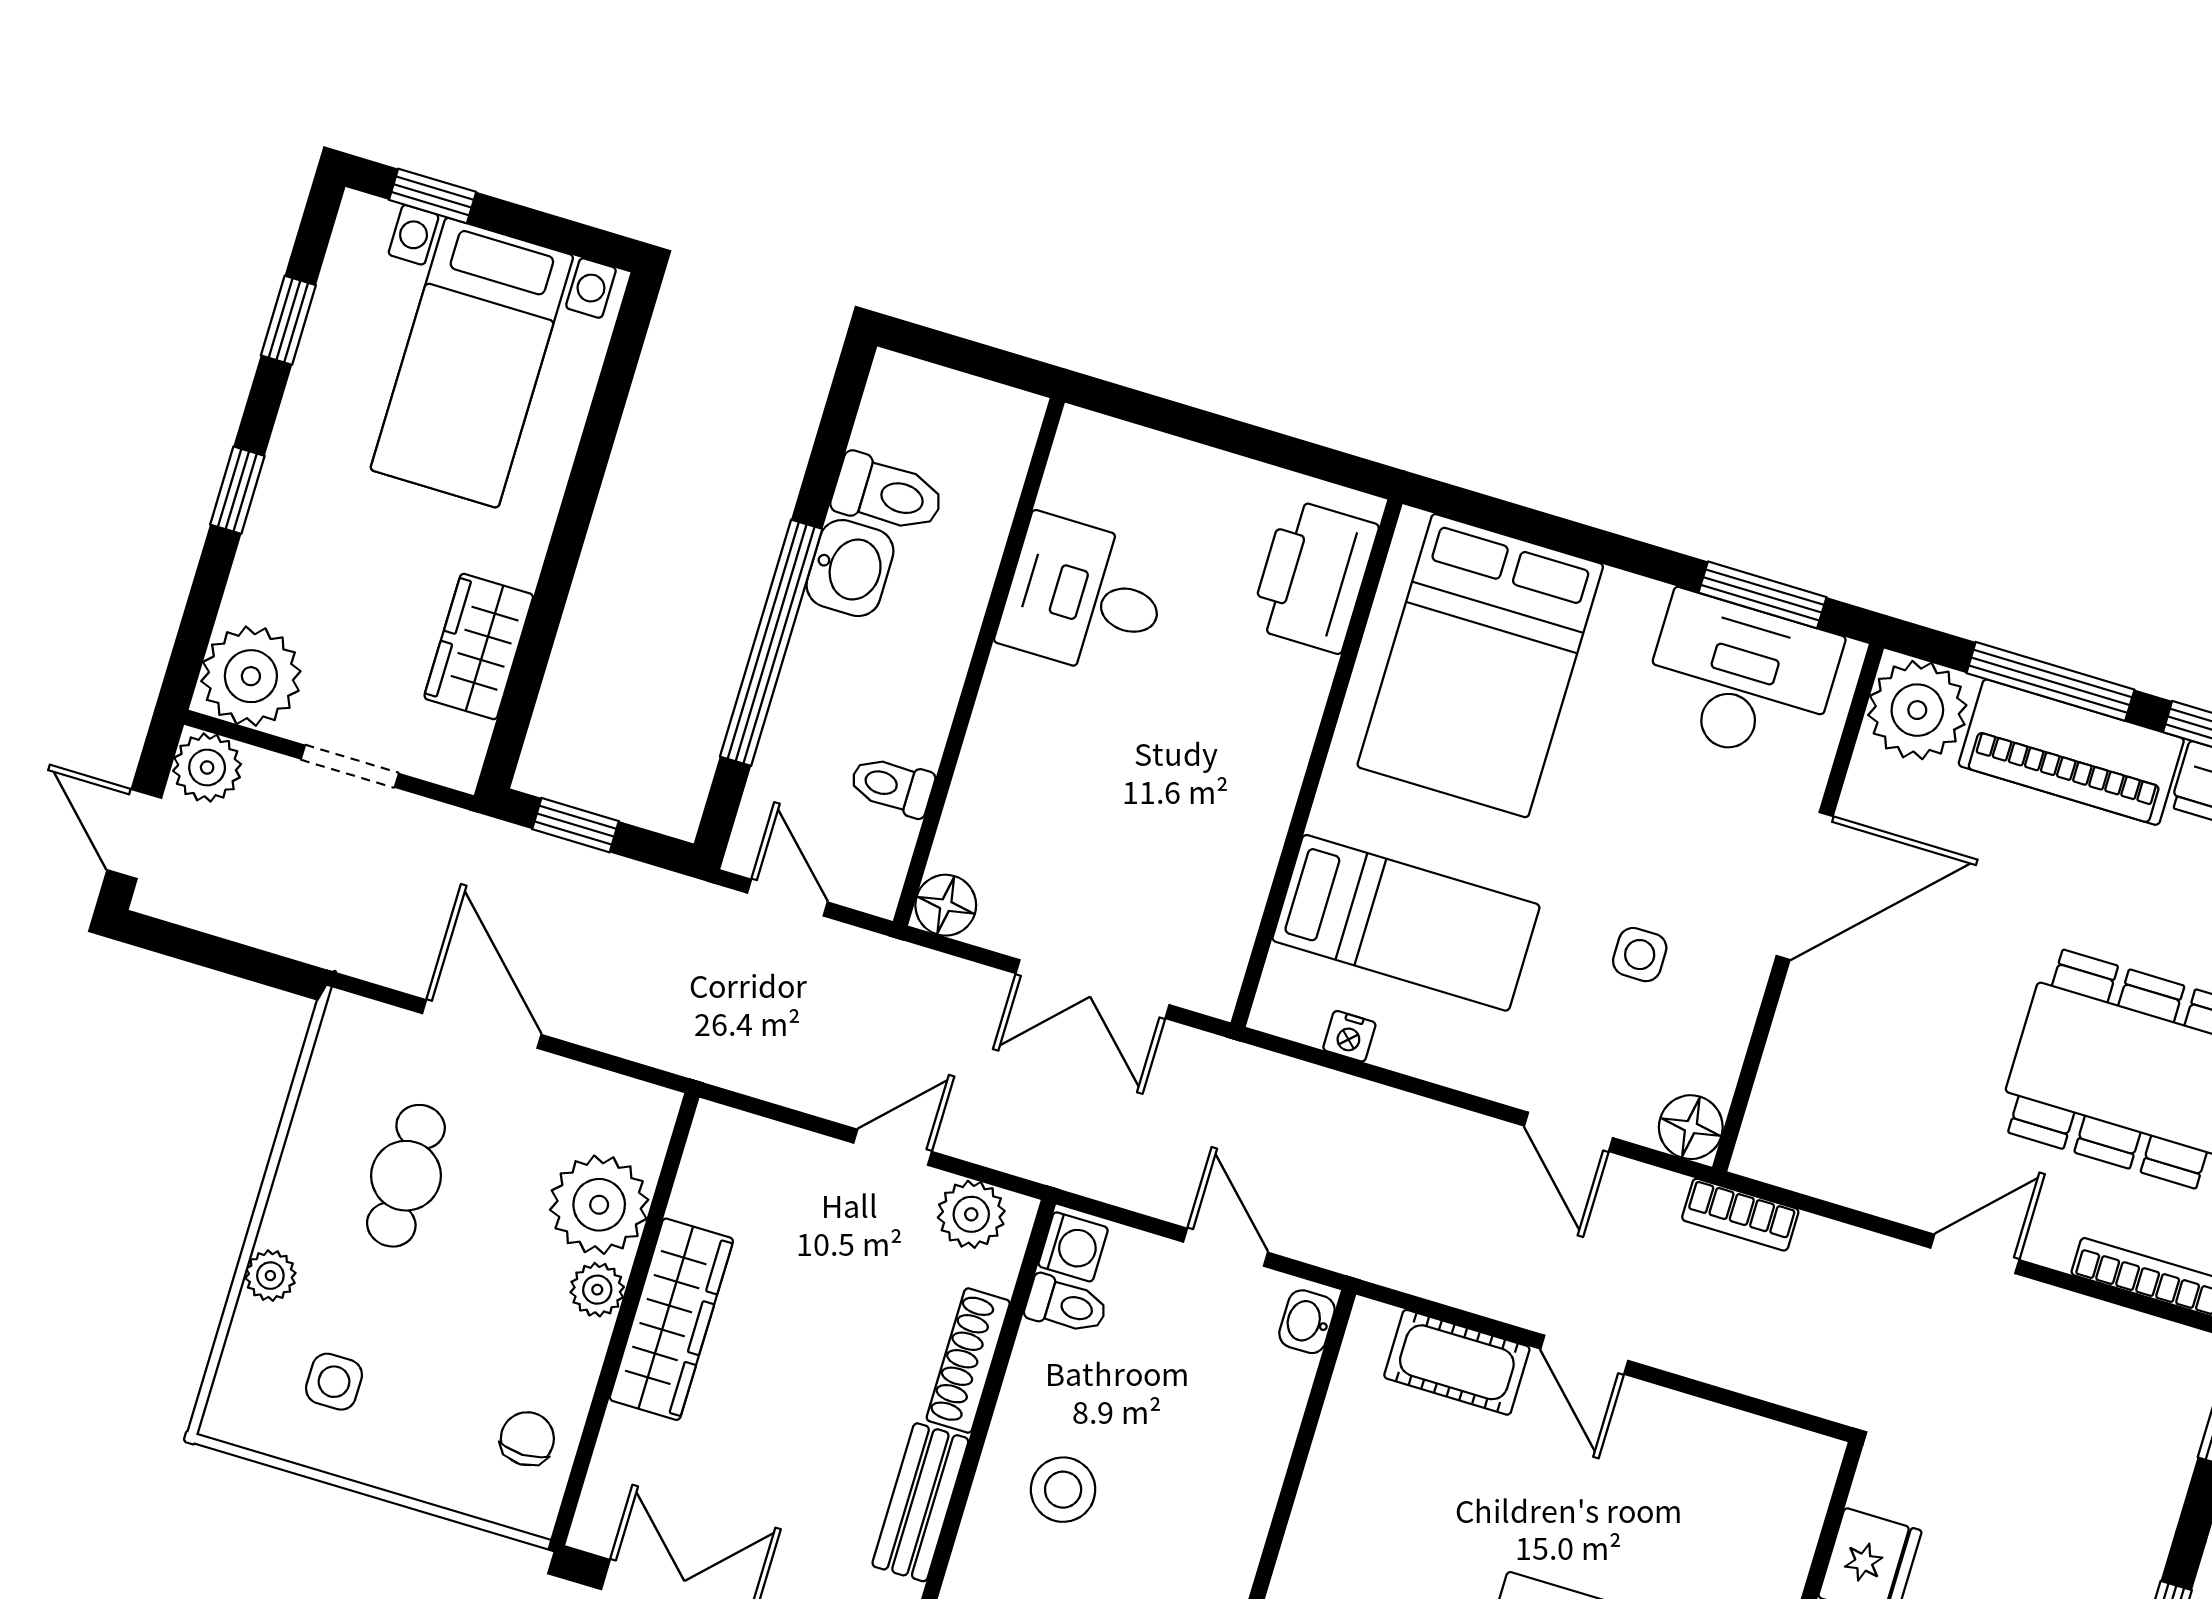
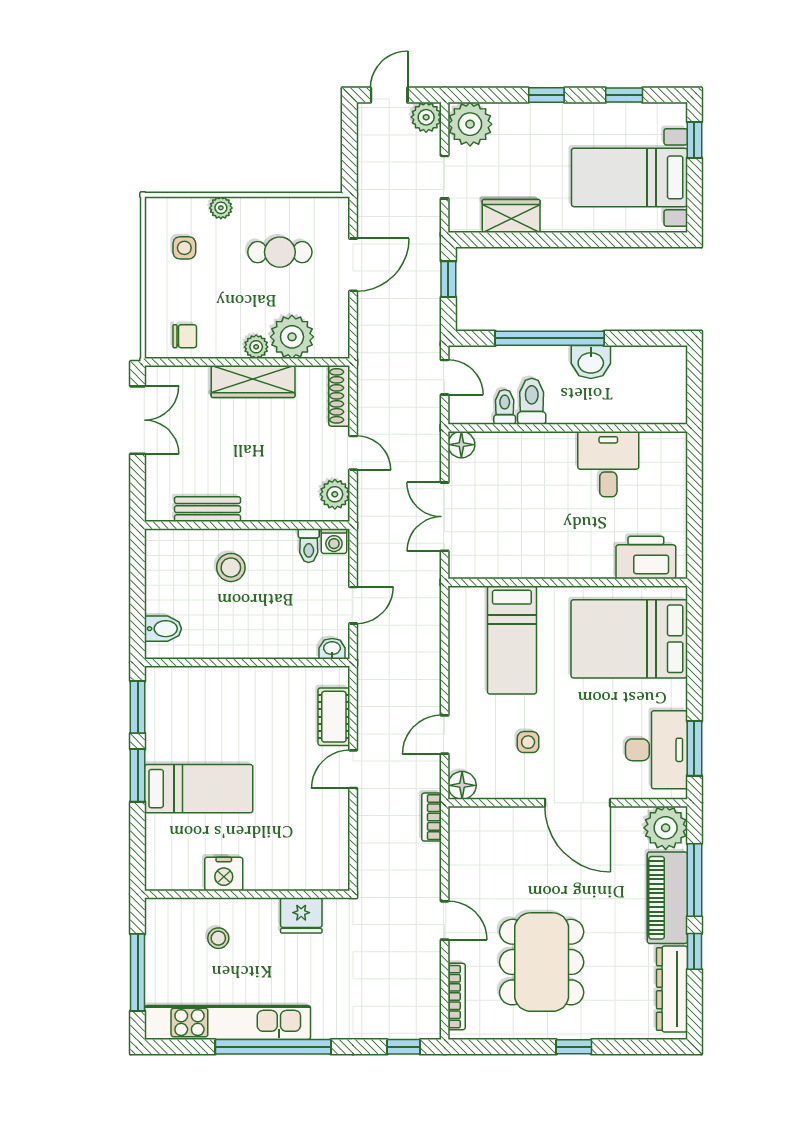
toilet: (888, 494) -> (532, 401), moved, turned 180
door: (787, 898) -> (445, 377), hinge flipped
nightstand: (1349, 1036) -> (457, 631), removed
shoe rack: (968, 1361) -> (339, 396), moved, turned -90

